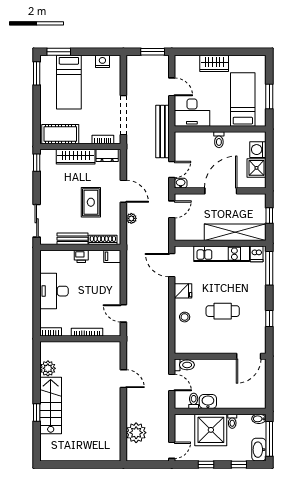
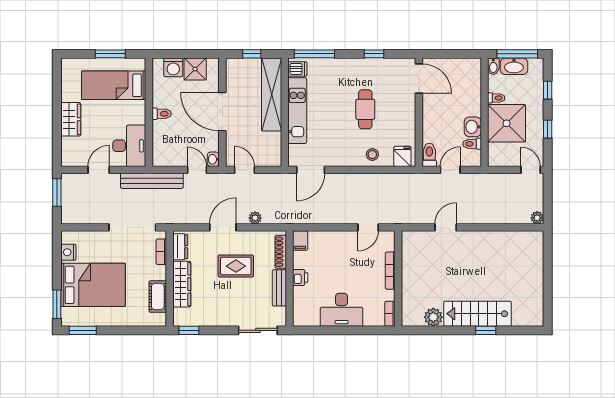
bed: (69, 82) -> (93, 285), width x1.50
cot: (60, 134) -> (158, 297), width x0.73, depth x0.75
fridge: (183, 291) -> (402, 156), moved
plant: (136, 433) -> (537, 218), moved, width x0.53, depth x0.53
washbasin: (259, 450) -> (514, 66), moved

